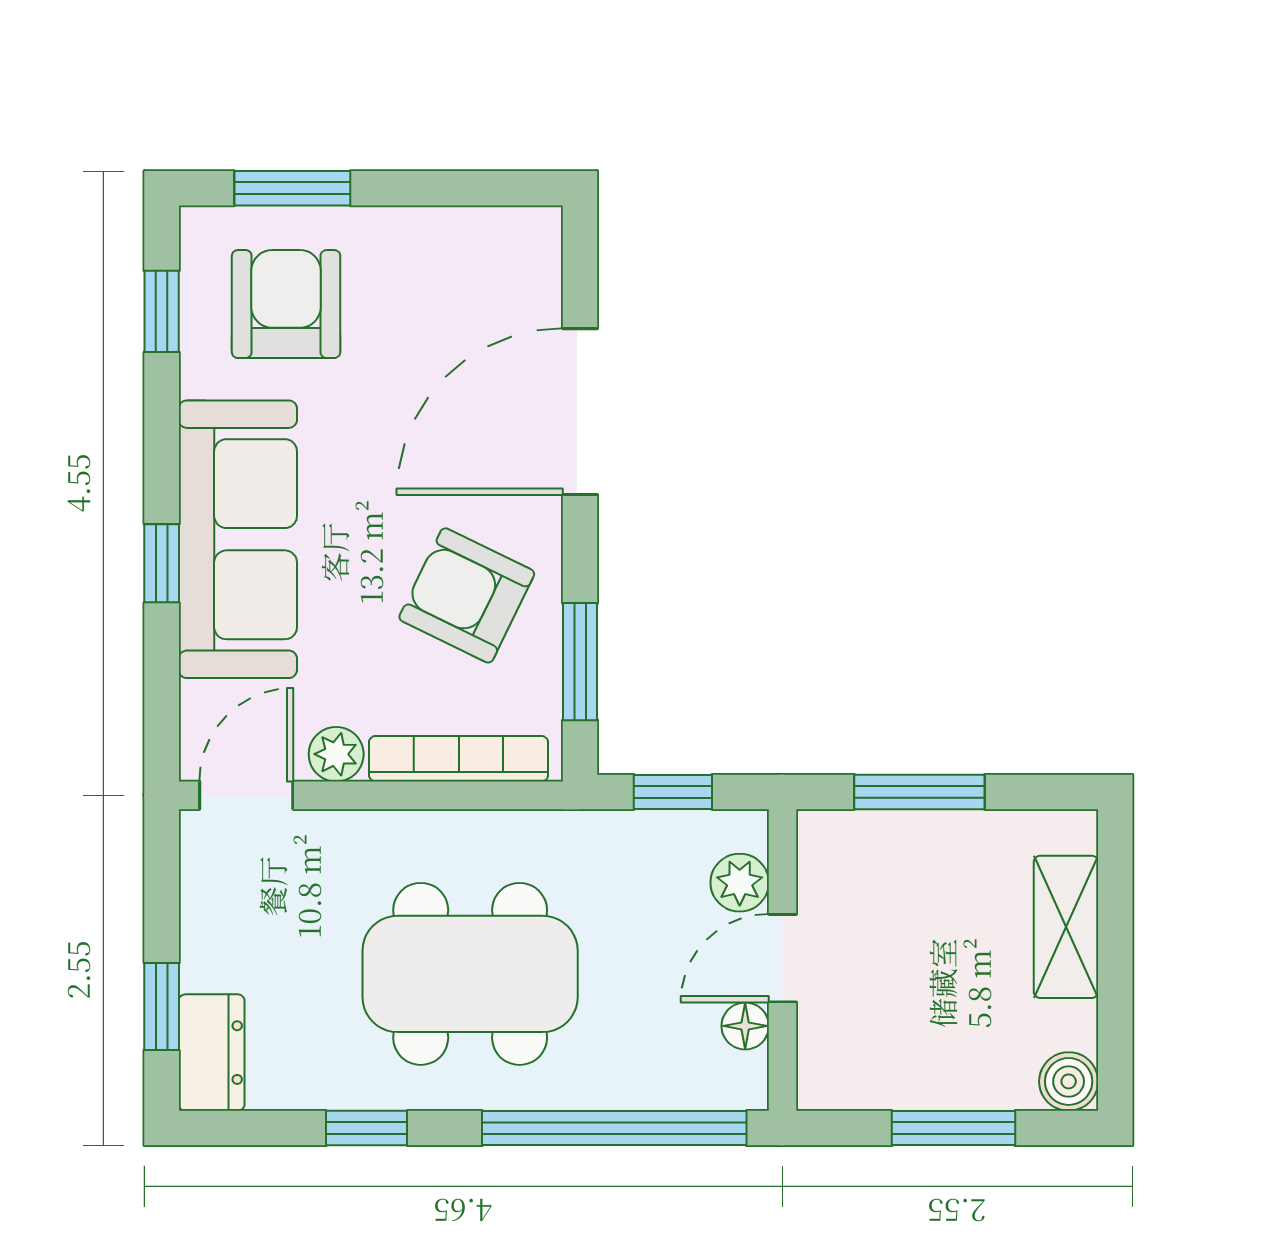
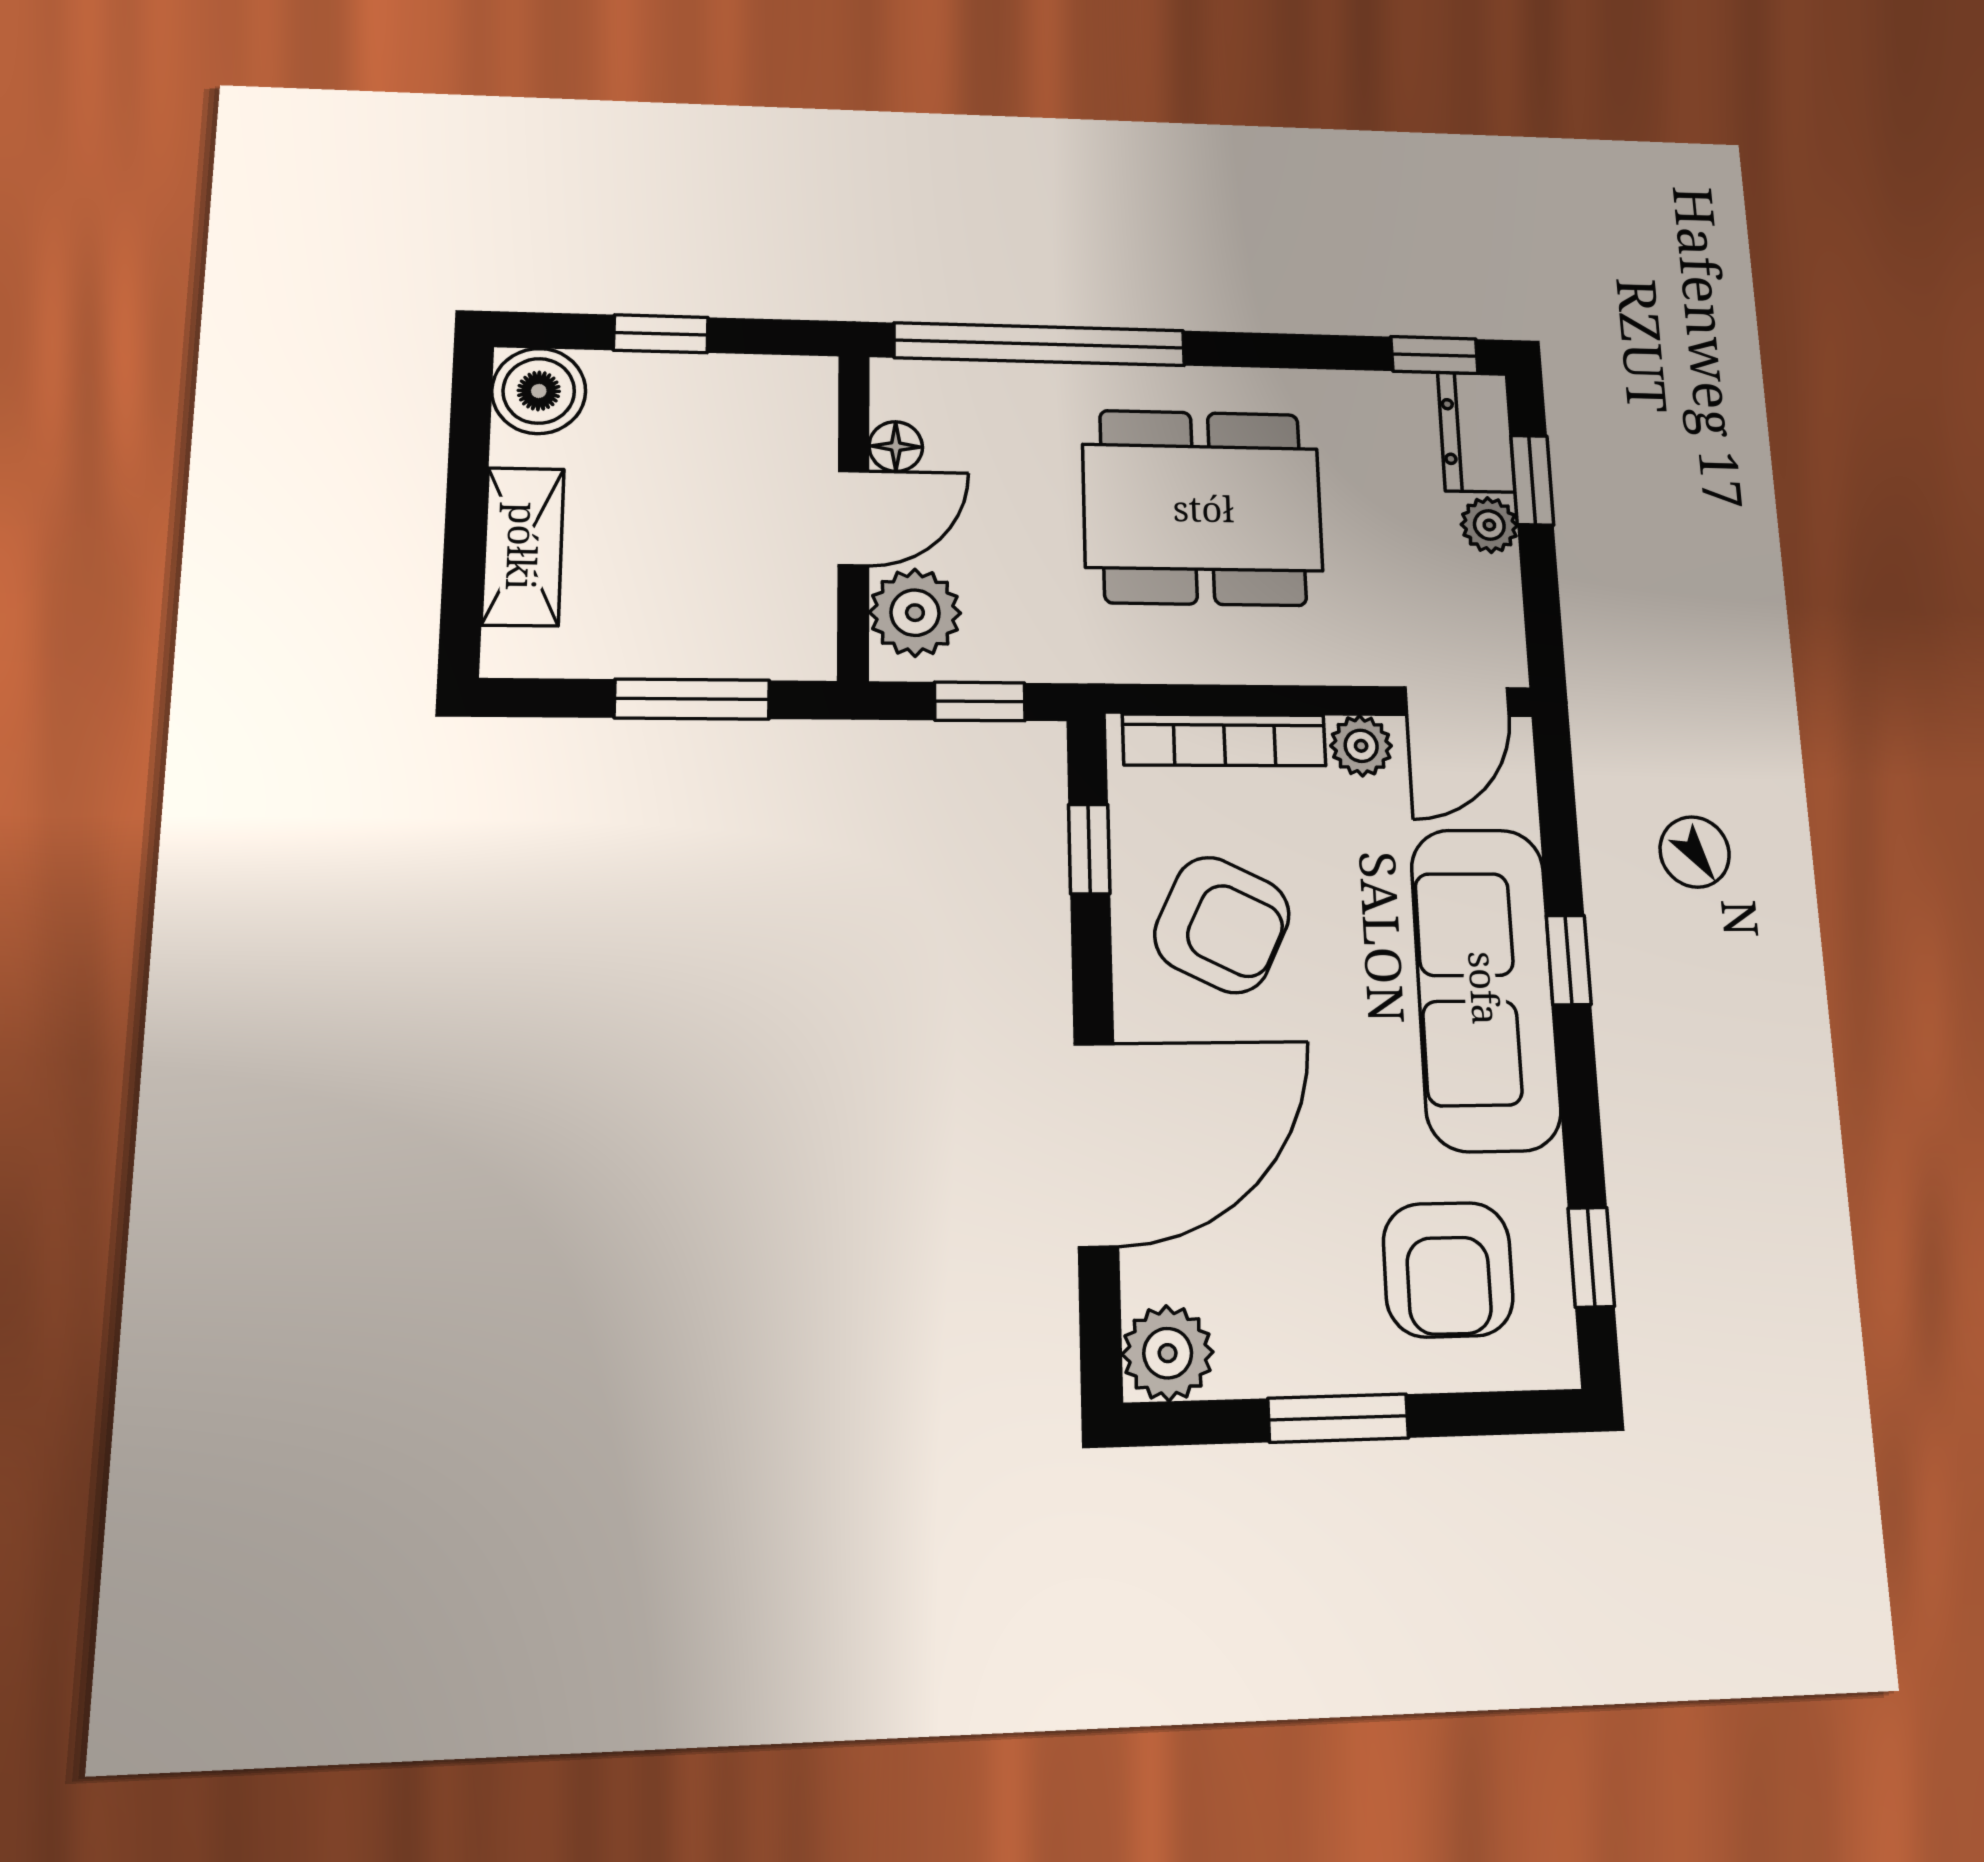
window: (292, 188) -> (1338, 1418), moved
plant: (525, 243) -> (1168, 1353), added
window: (580, 662) -> (1089, 849), width x0.67
plant: (740, 883) -> (915, 613), width x1.38, depth x1.38
plant: (205, 962) -> (1489, 525), added
boiler: (1069, 1081) -> (539, 391), width x1.36, depth x1.36
window: (367, 1128) -> (1434, 355), moved
window: (954, 1128) -> (661, 334), width x0.67

